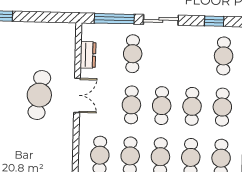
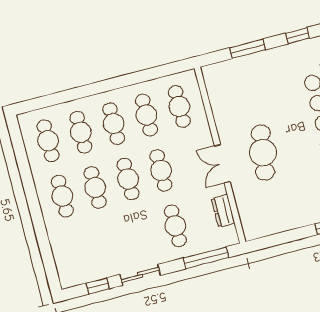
sliding door: (161, 20) -> (140, 275), moved
cafe table: (224, 56) -> (77, 251), removed

